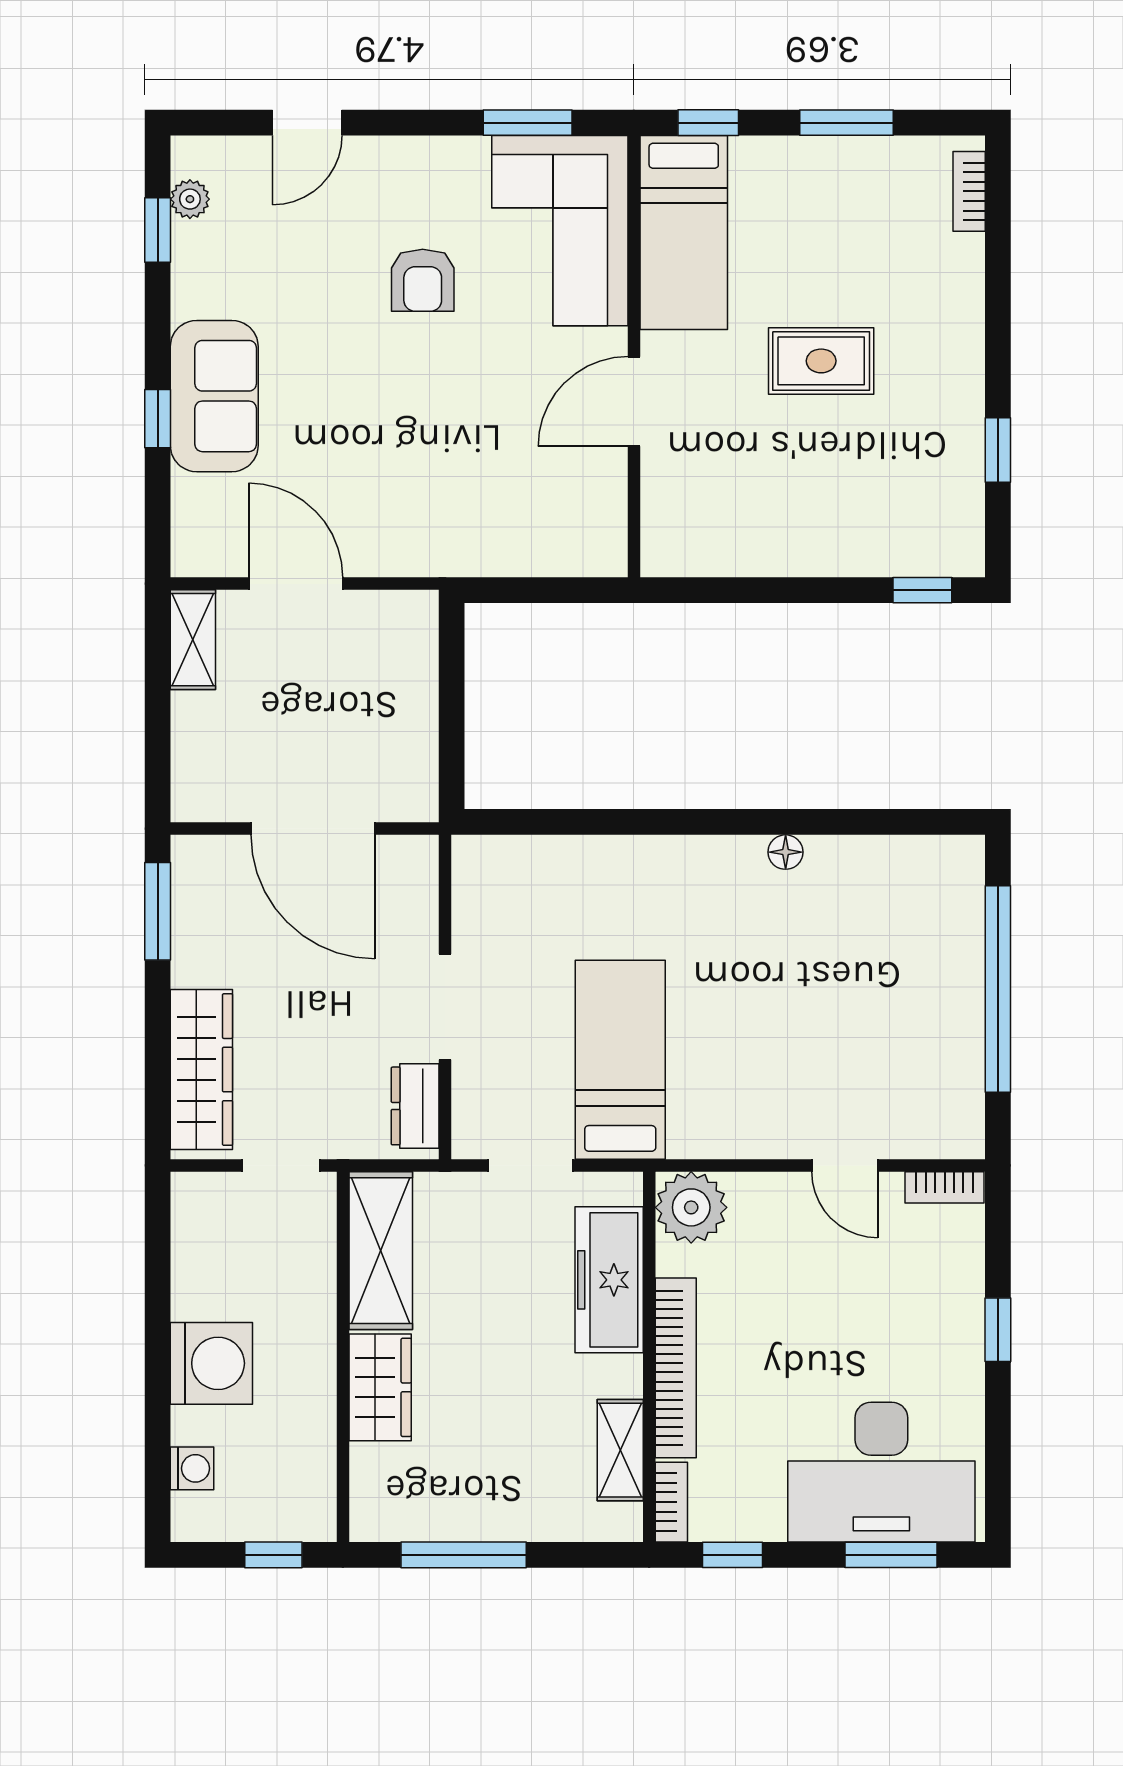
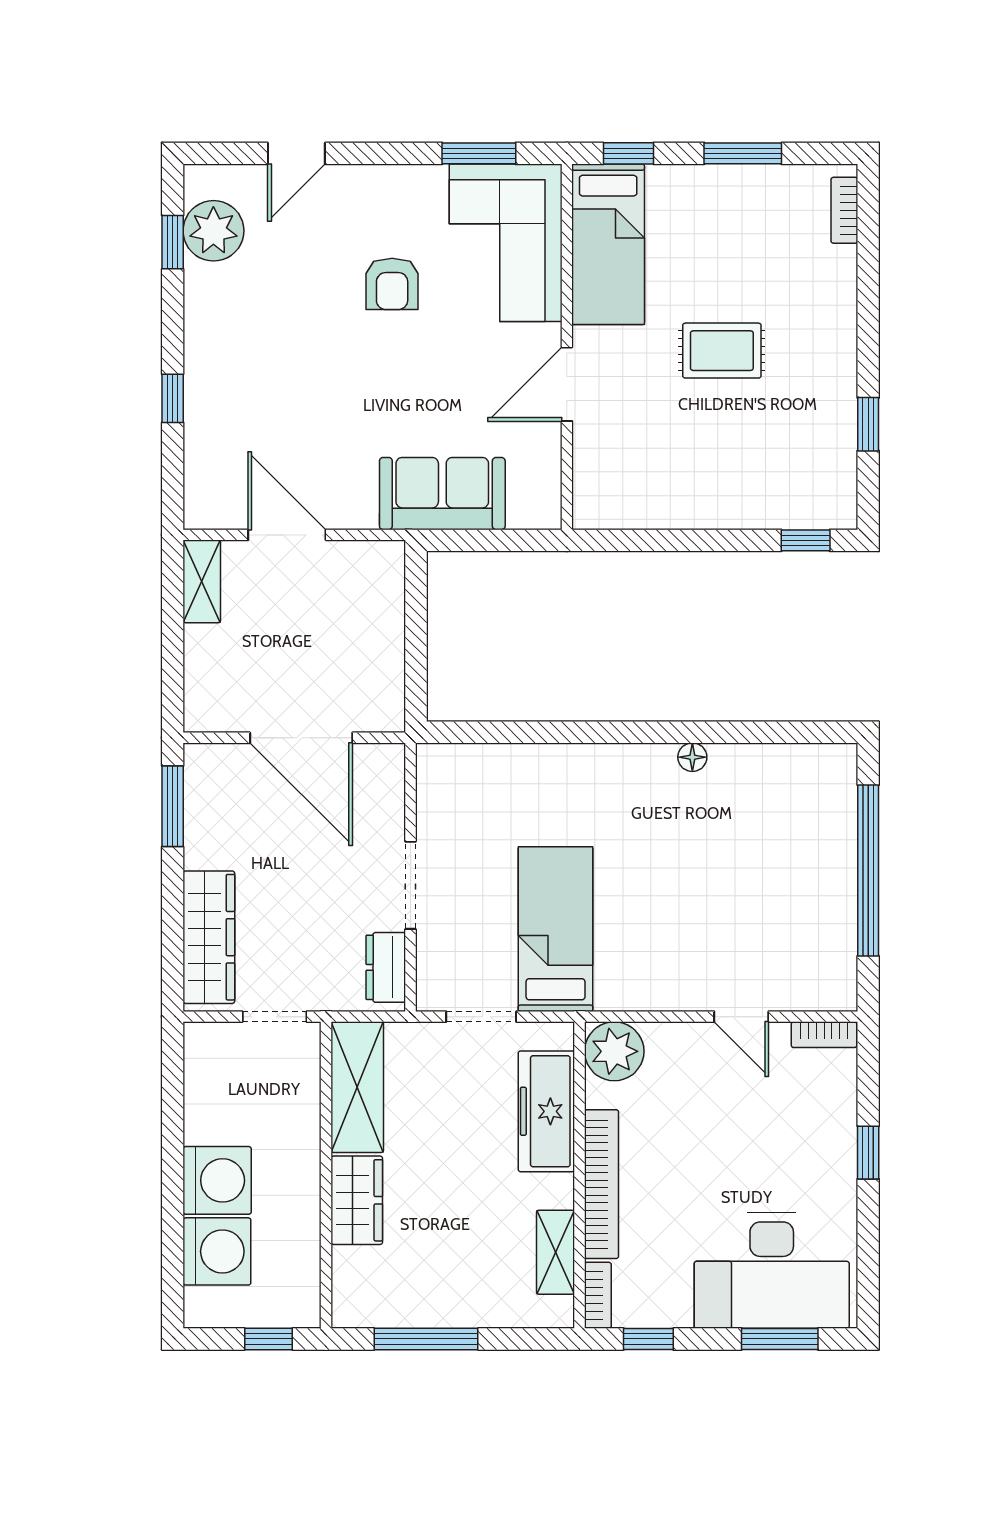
plant: (190, 199) -> (213, 231), width x1.87, depth x1.87
sofa: (214, 396) -> (442, 494), moved, turned -90
washing machine: (192, 1468) -> (217, 1251), width x1.89, depth x1.89

